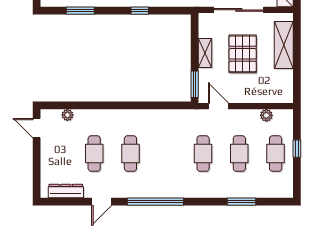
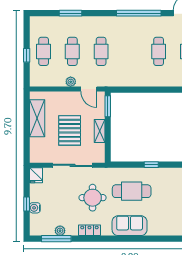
shelving: (284, 45) -> (37, 118), moved
plant: (266, 115) -> (71, 82), moved

